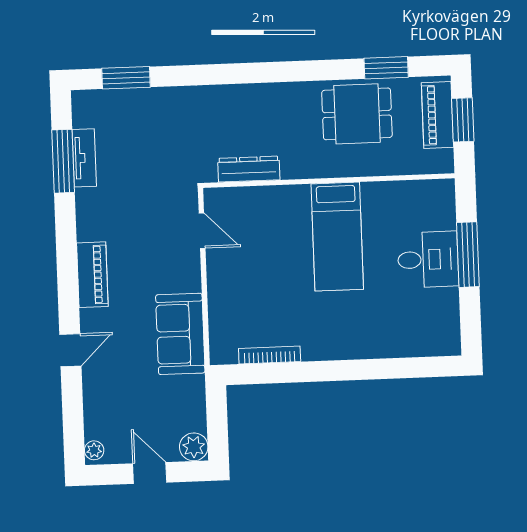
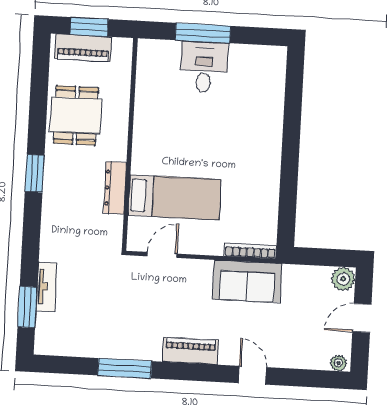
window: (386, 68) -> (35, 173), moved
tv unit: (84, 158) -> (47, 287), moved, turned 90
window: (63, 161) -> (125, 368), moved
dresser: (249, 169) -> (115, 188), moved
bed: (337, 237) -> (175, 197), moved
bookcase: (270, 355) -> (250, 251), moved, turned 90

